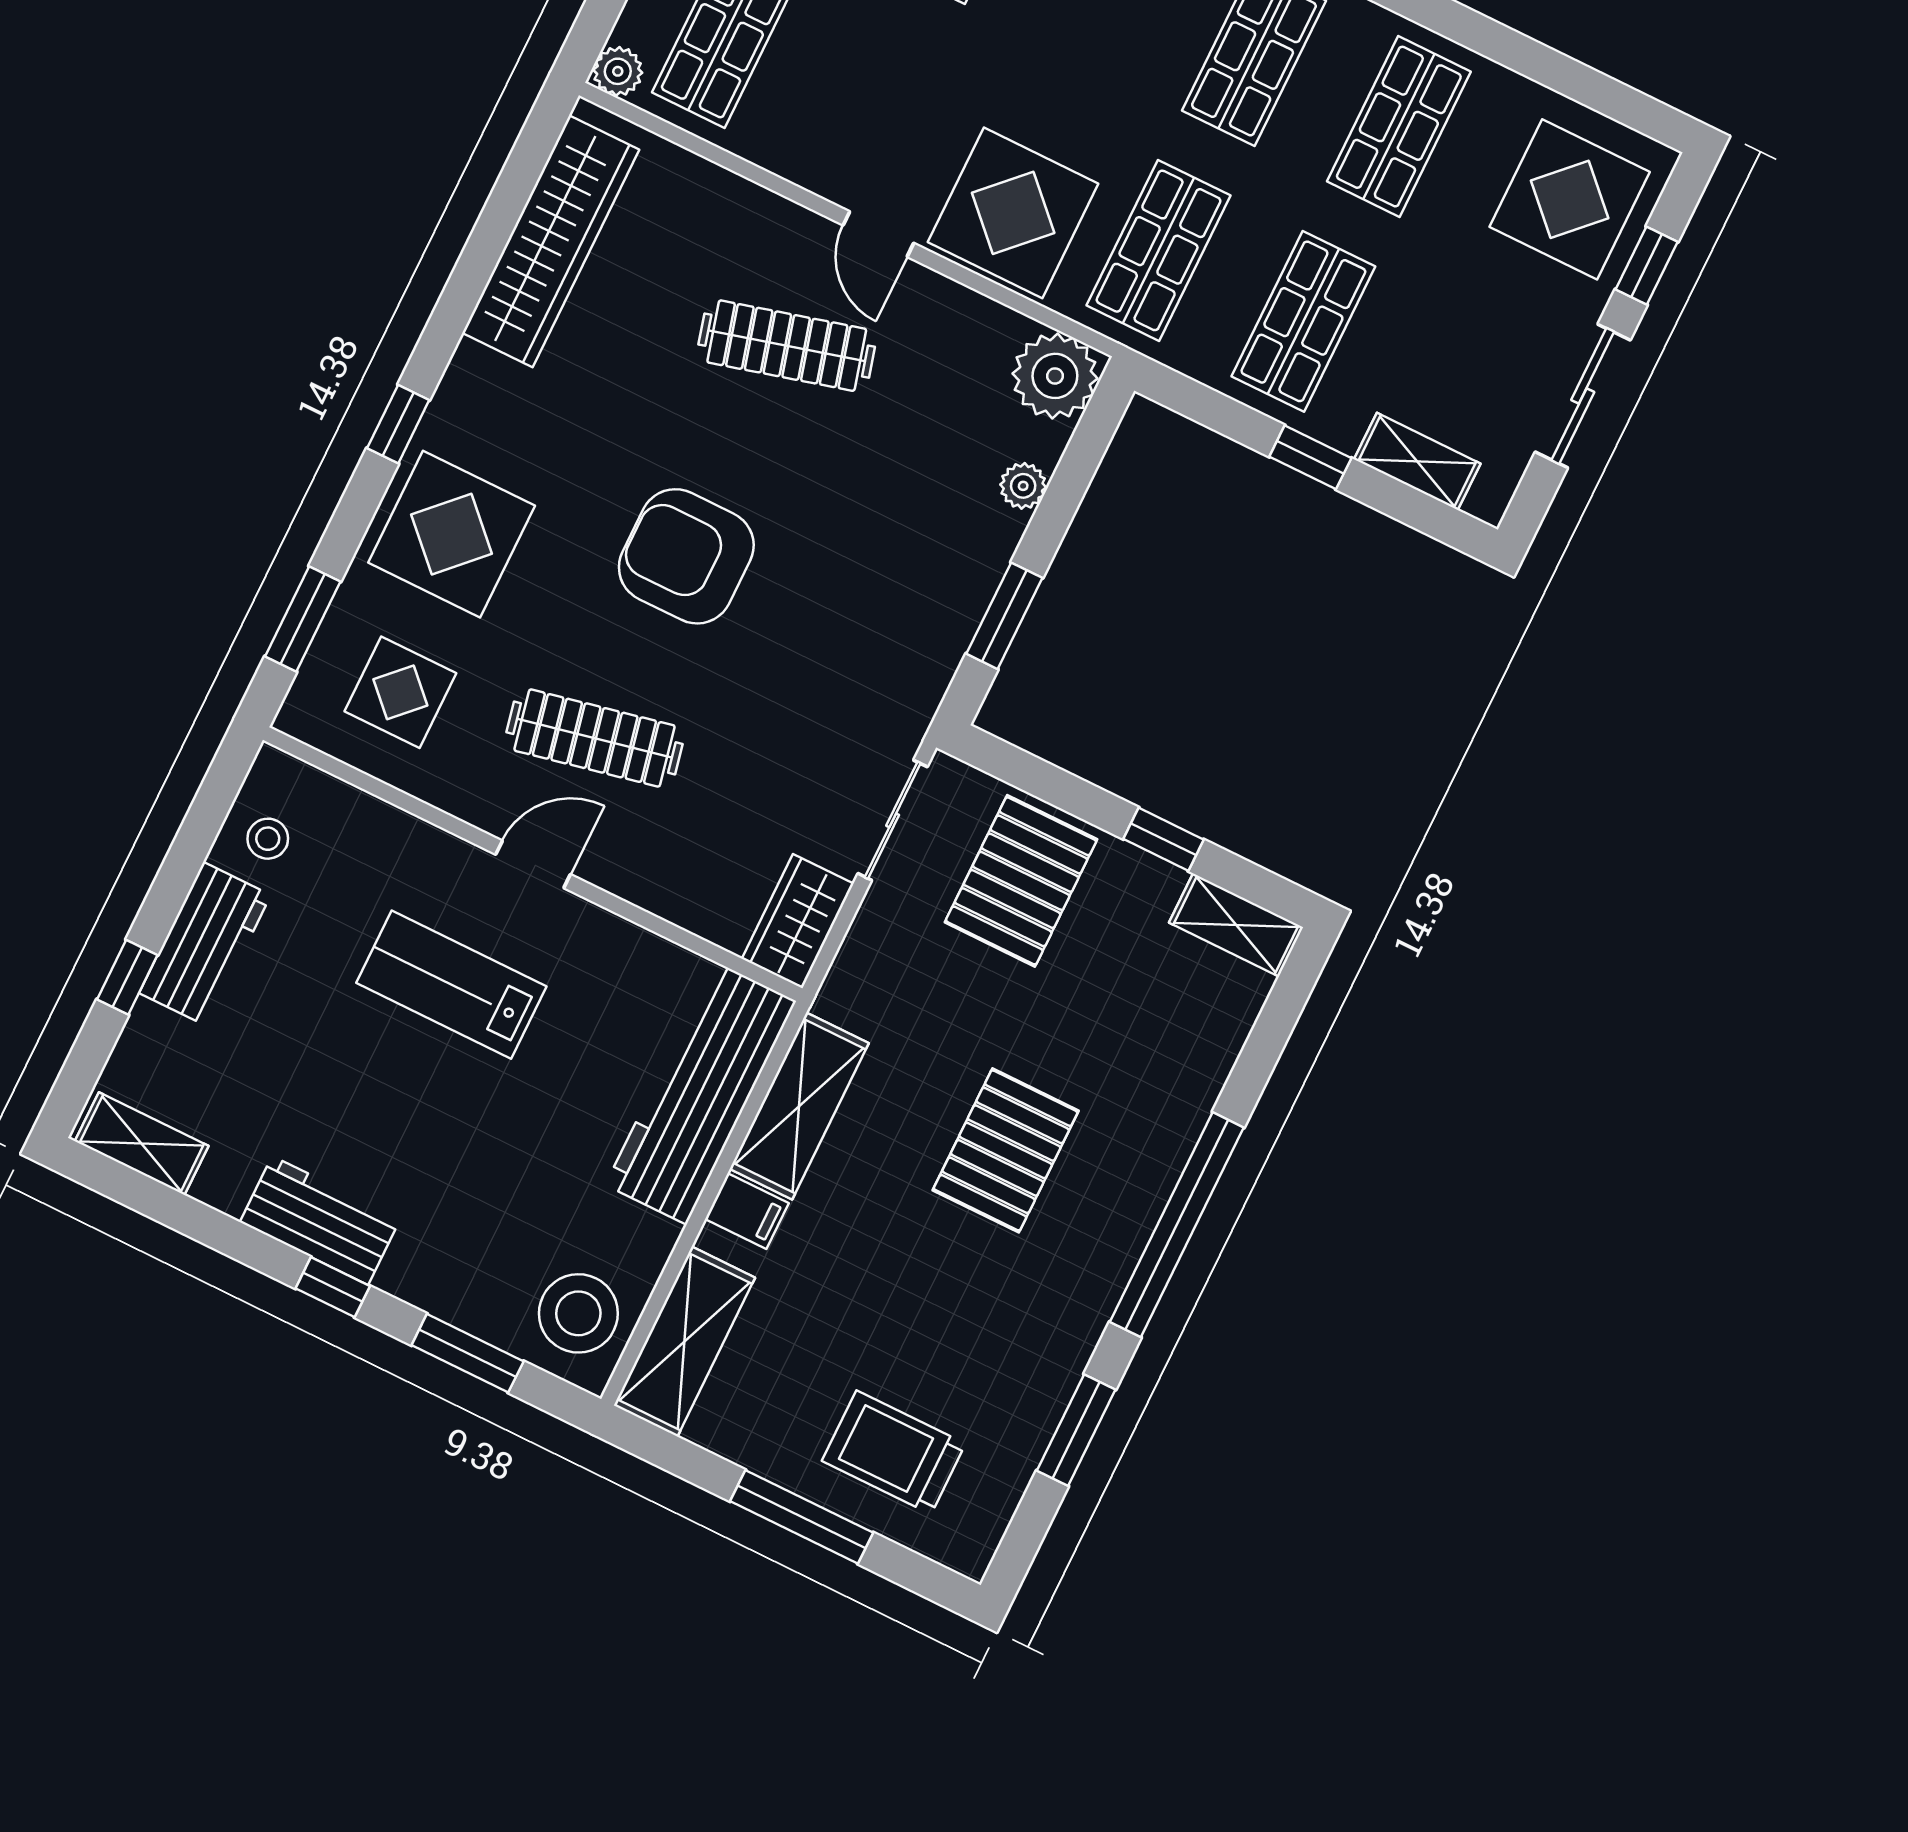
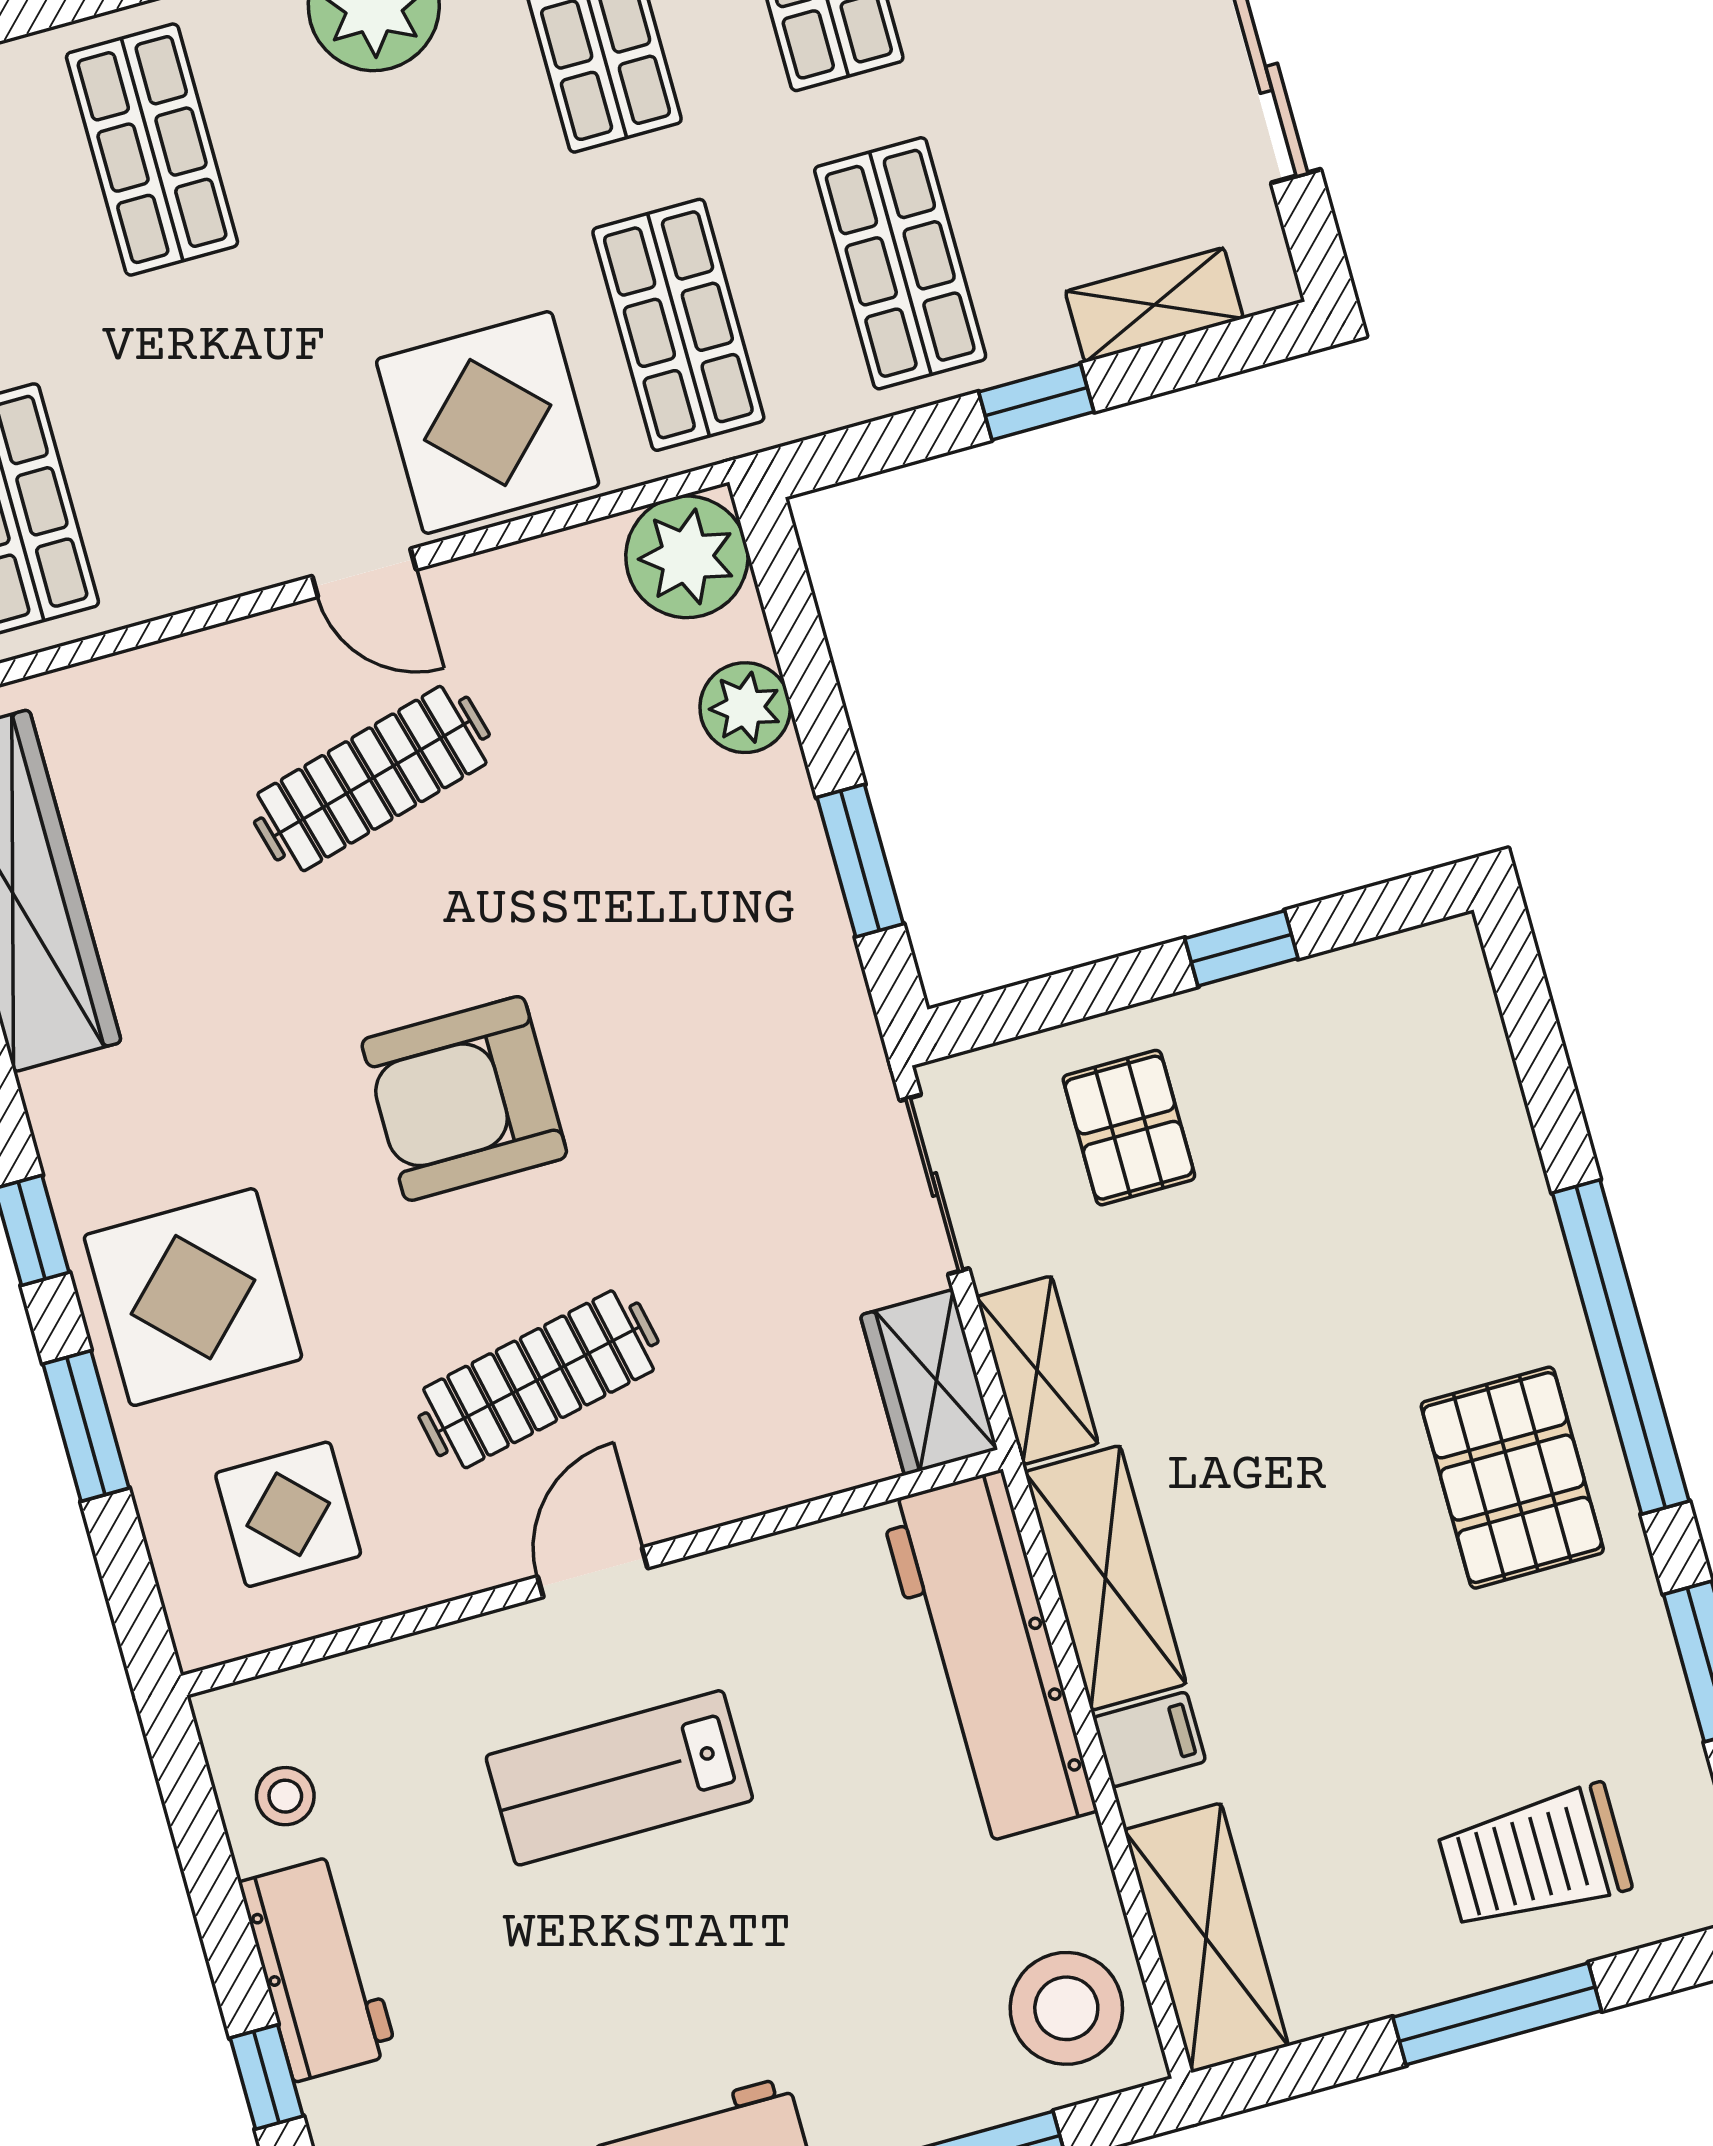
plant: (1023, 486) -> (745, 708), width x1.38, depth x1.38
window: (303, 619) -> (86, 1426), moved
pallet: (1021, 881) -> (1129, 1128), width x0.67, depth x0.71
shelving: (1236, 925) -> (1037, 1370), moved, turned 90
pallet: (1006, 1150) -> (1512, 1478), moved

